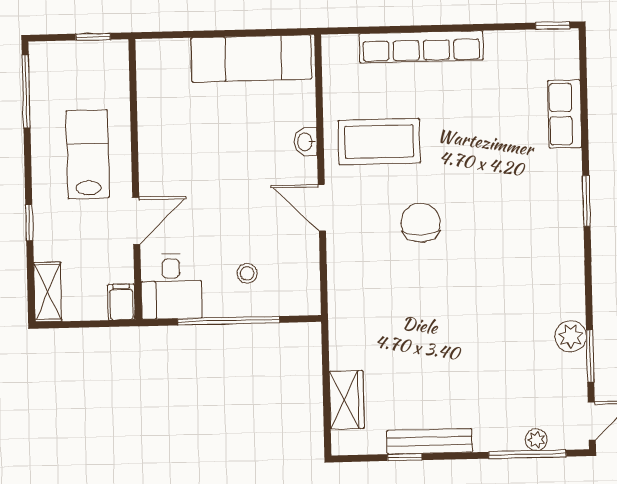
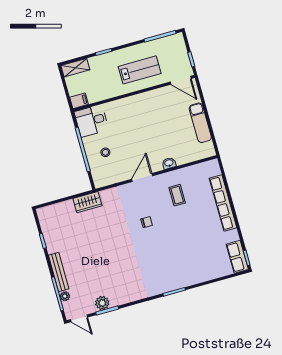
exam couch: (251, 59) -> (200, 123), width x0.73, depth x0.69
row of seats: (565, 114) -> (237, 257), moved, turned -90
coffee table: (379, 142) -> (177, 195), width x0.54, depth x0.58
door: (136, 221) -> (181, 80), moved
chair: (421, 223) -> (147, 222), width x0.54, depth x0.54
plant: (571, 336) -> (102, 303), moved
wardrobe: (347, 400) -> (87, 202), moved
bench: (430, 441) -> (59, 272), moved

